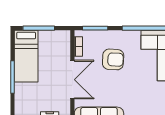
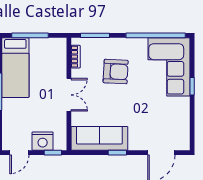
double door: (72, 80) -> (69, 95), width x0.73

